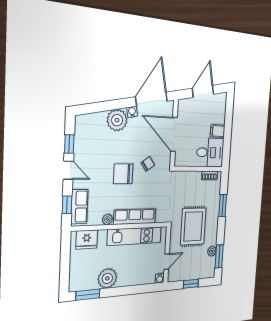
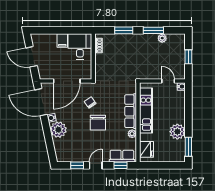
rug: (193, 226) -> (140, 58), removed
window: (219, 256) -> (153, 30), moved

